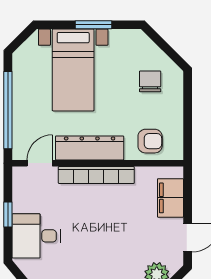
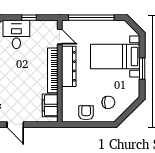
armchair: (150, 141) -> (86, 113), moved, turned 180
filing cabinet: (170, 198) -> (50, 105), moved, turned -90

